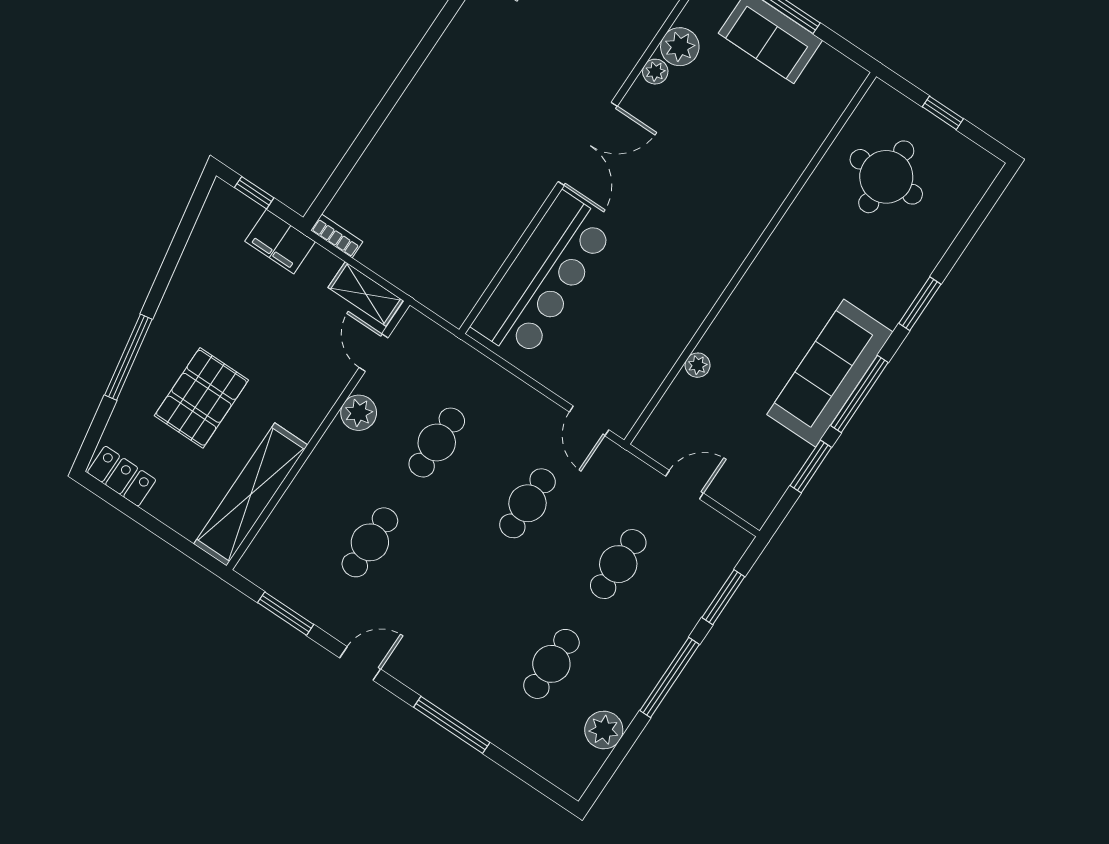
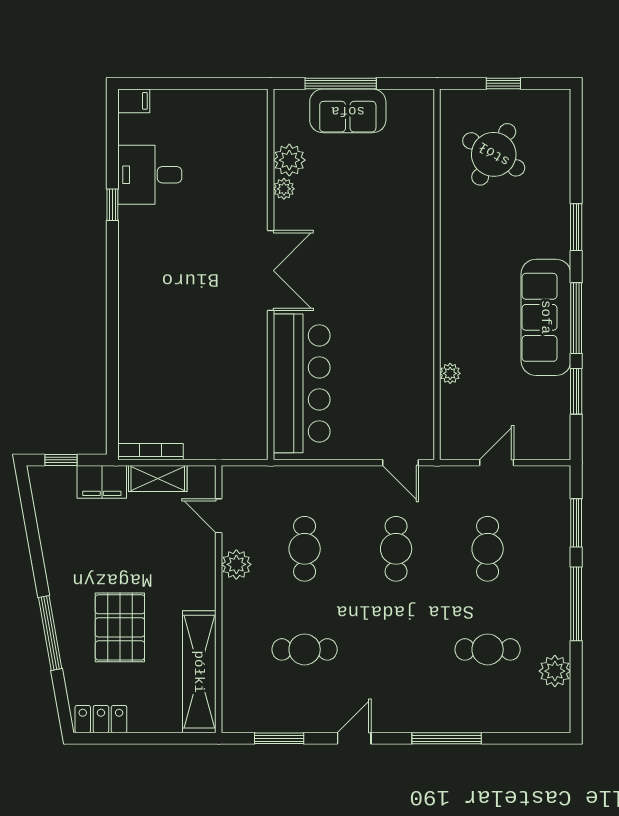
round table: (886, 177) -> (494, 154), turned 31
bookcase: (337, 236) -> (150, 452), width x1.56
shelving: (366, 294) -> (158, 479), moved
cafe table: (370, 542) -> (305, 649), turned 90
cafe table: (551, 664) -> (488, 649), turned 90

